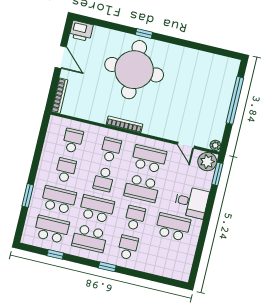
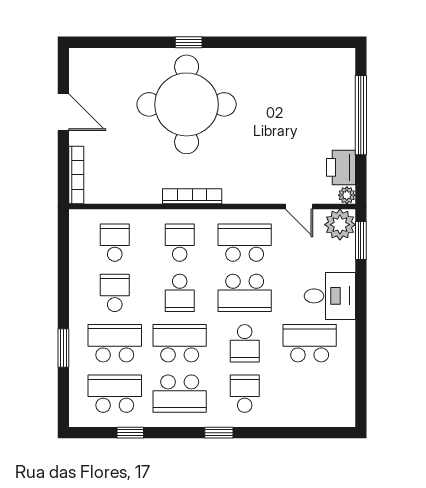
printer: (81, 31) -> (341, 167), moved, turned 90
school desk: (135, 218) -> (245, 343), turned 180

